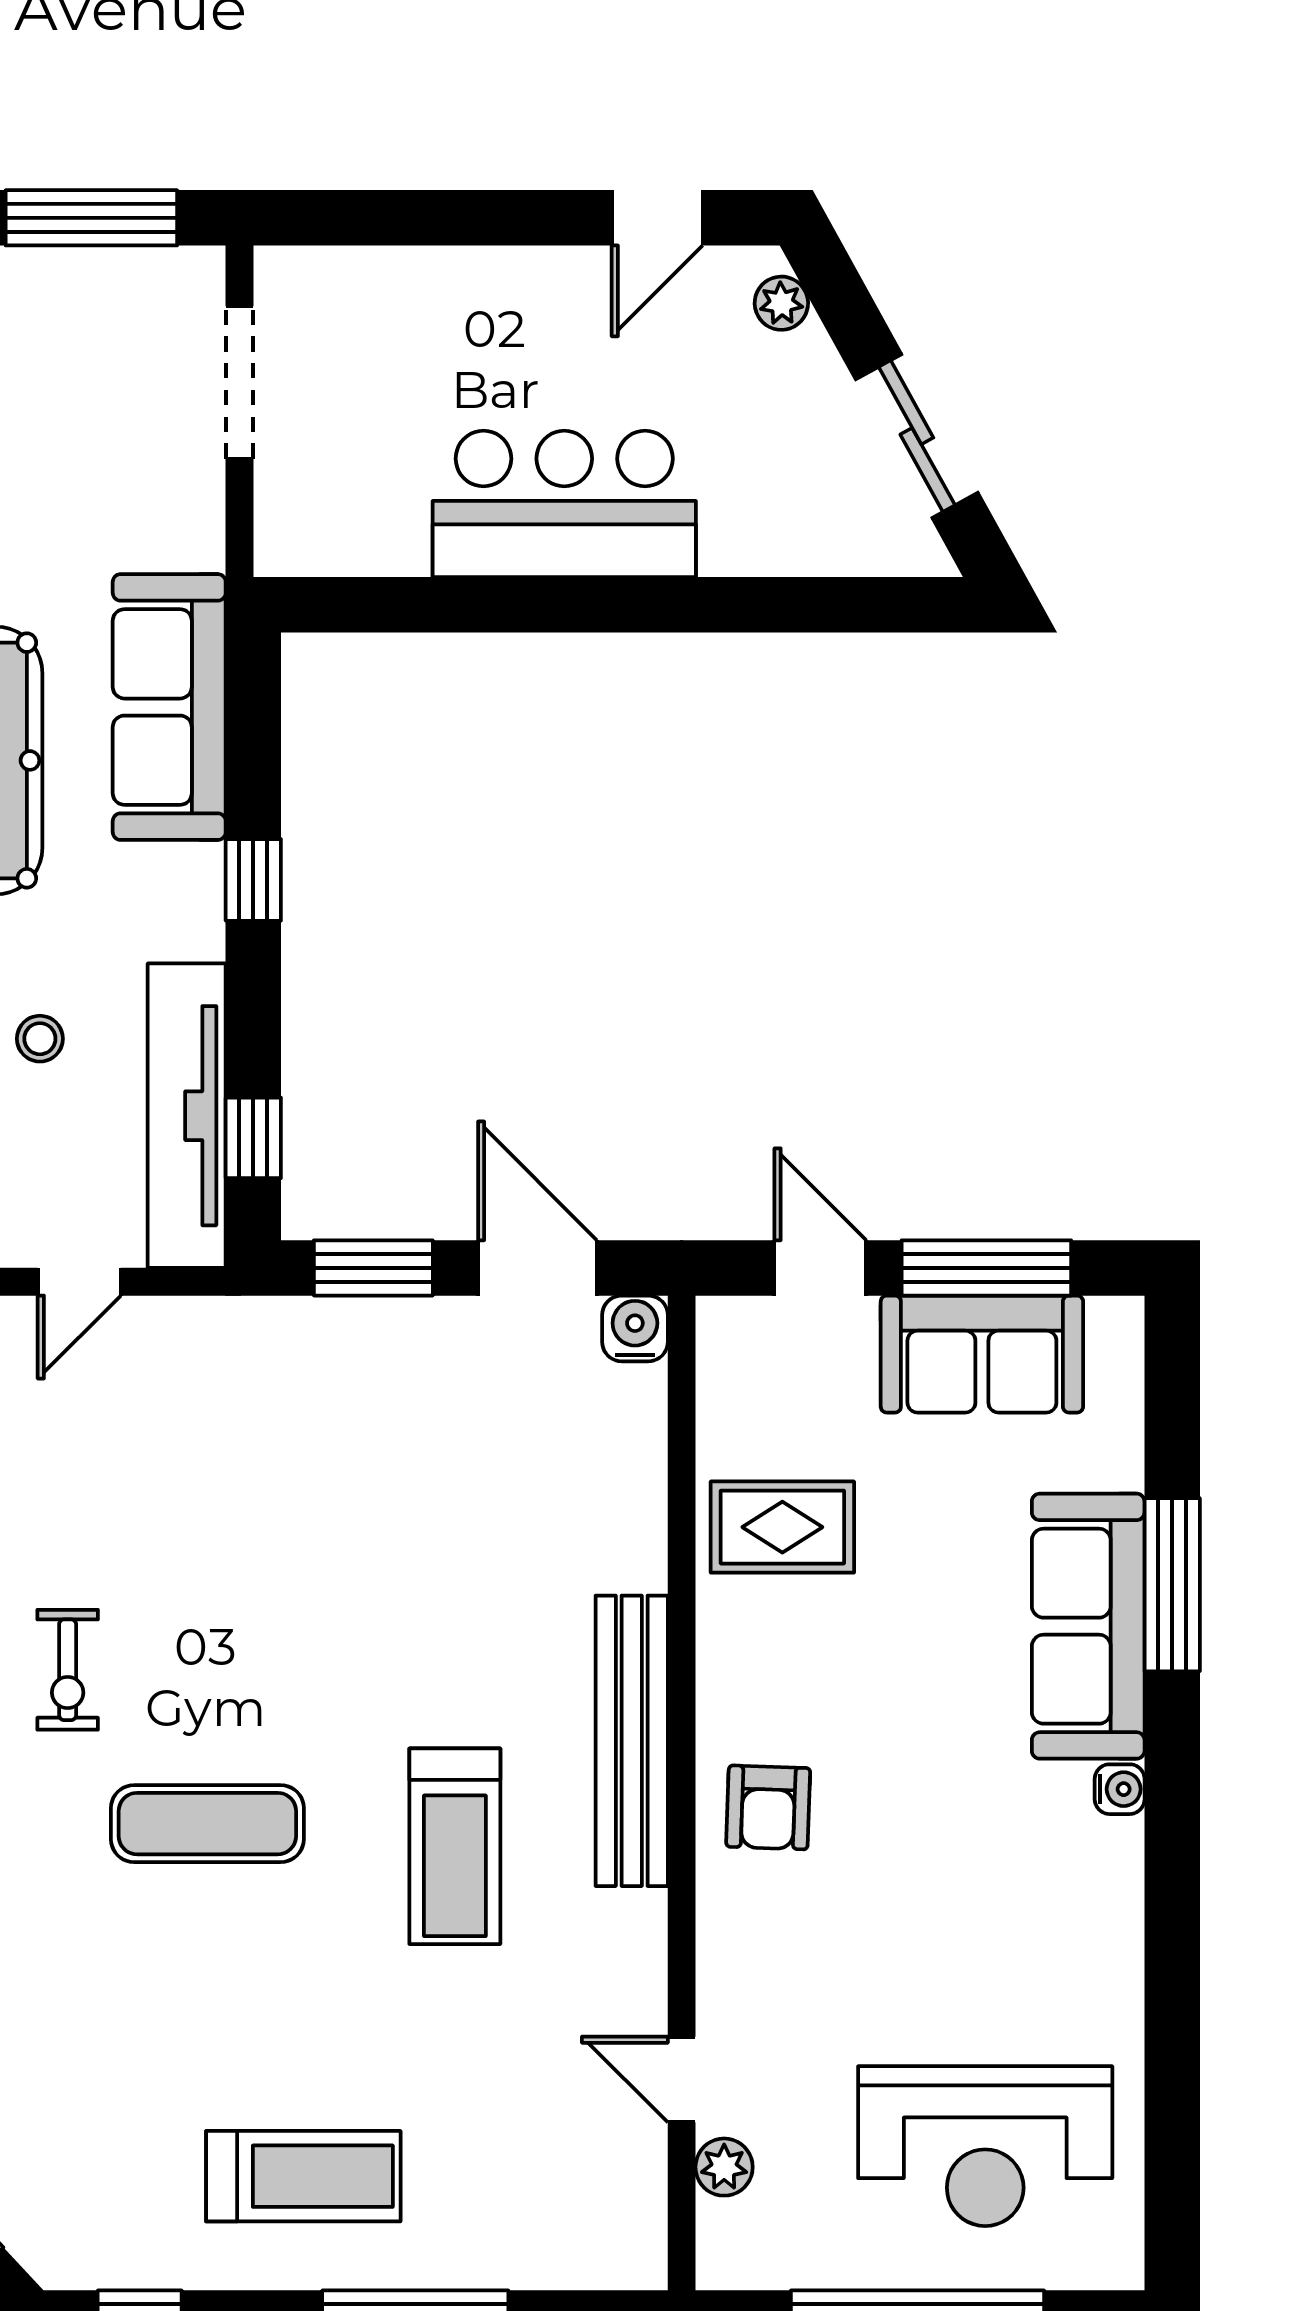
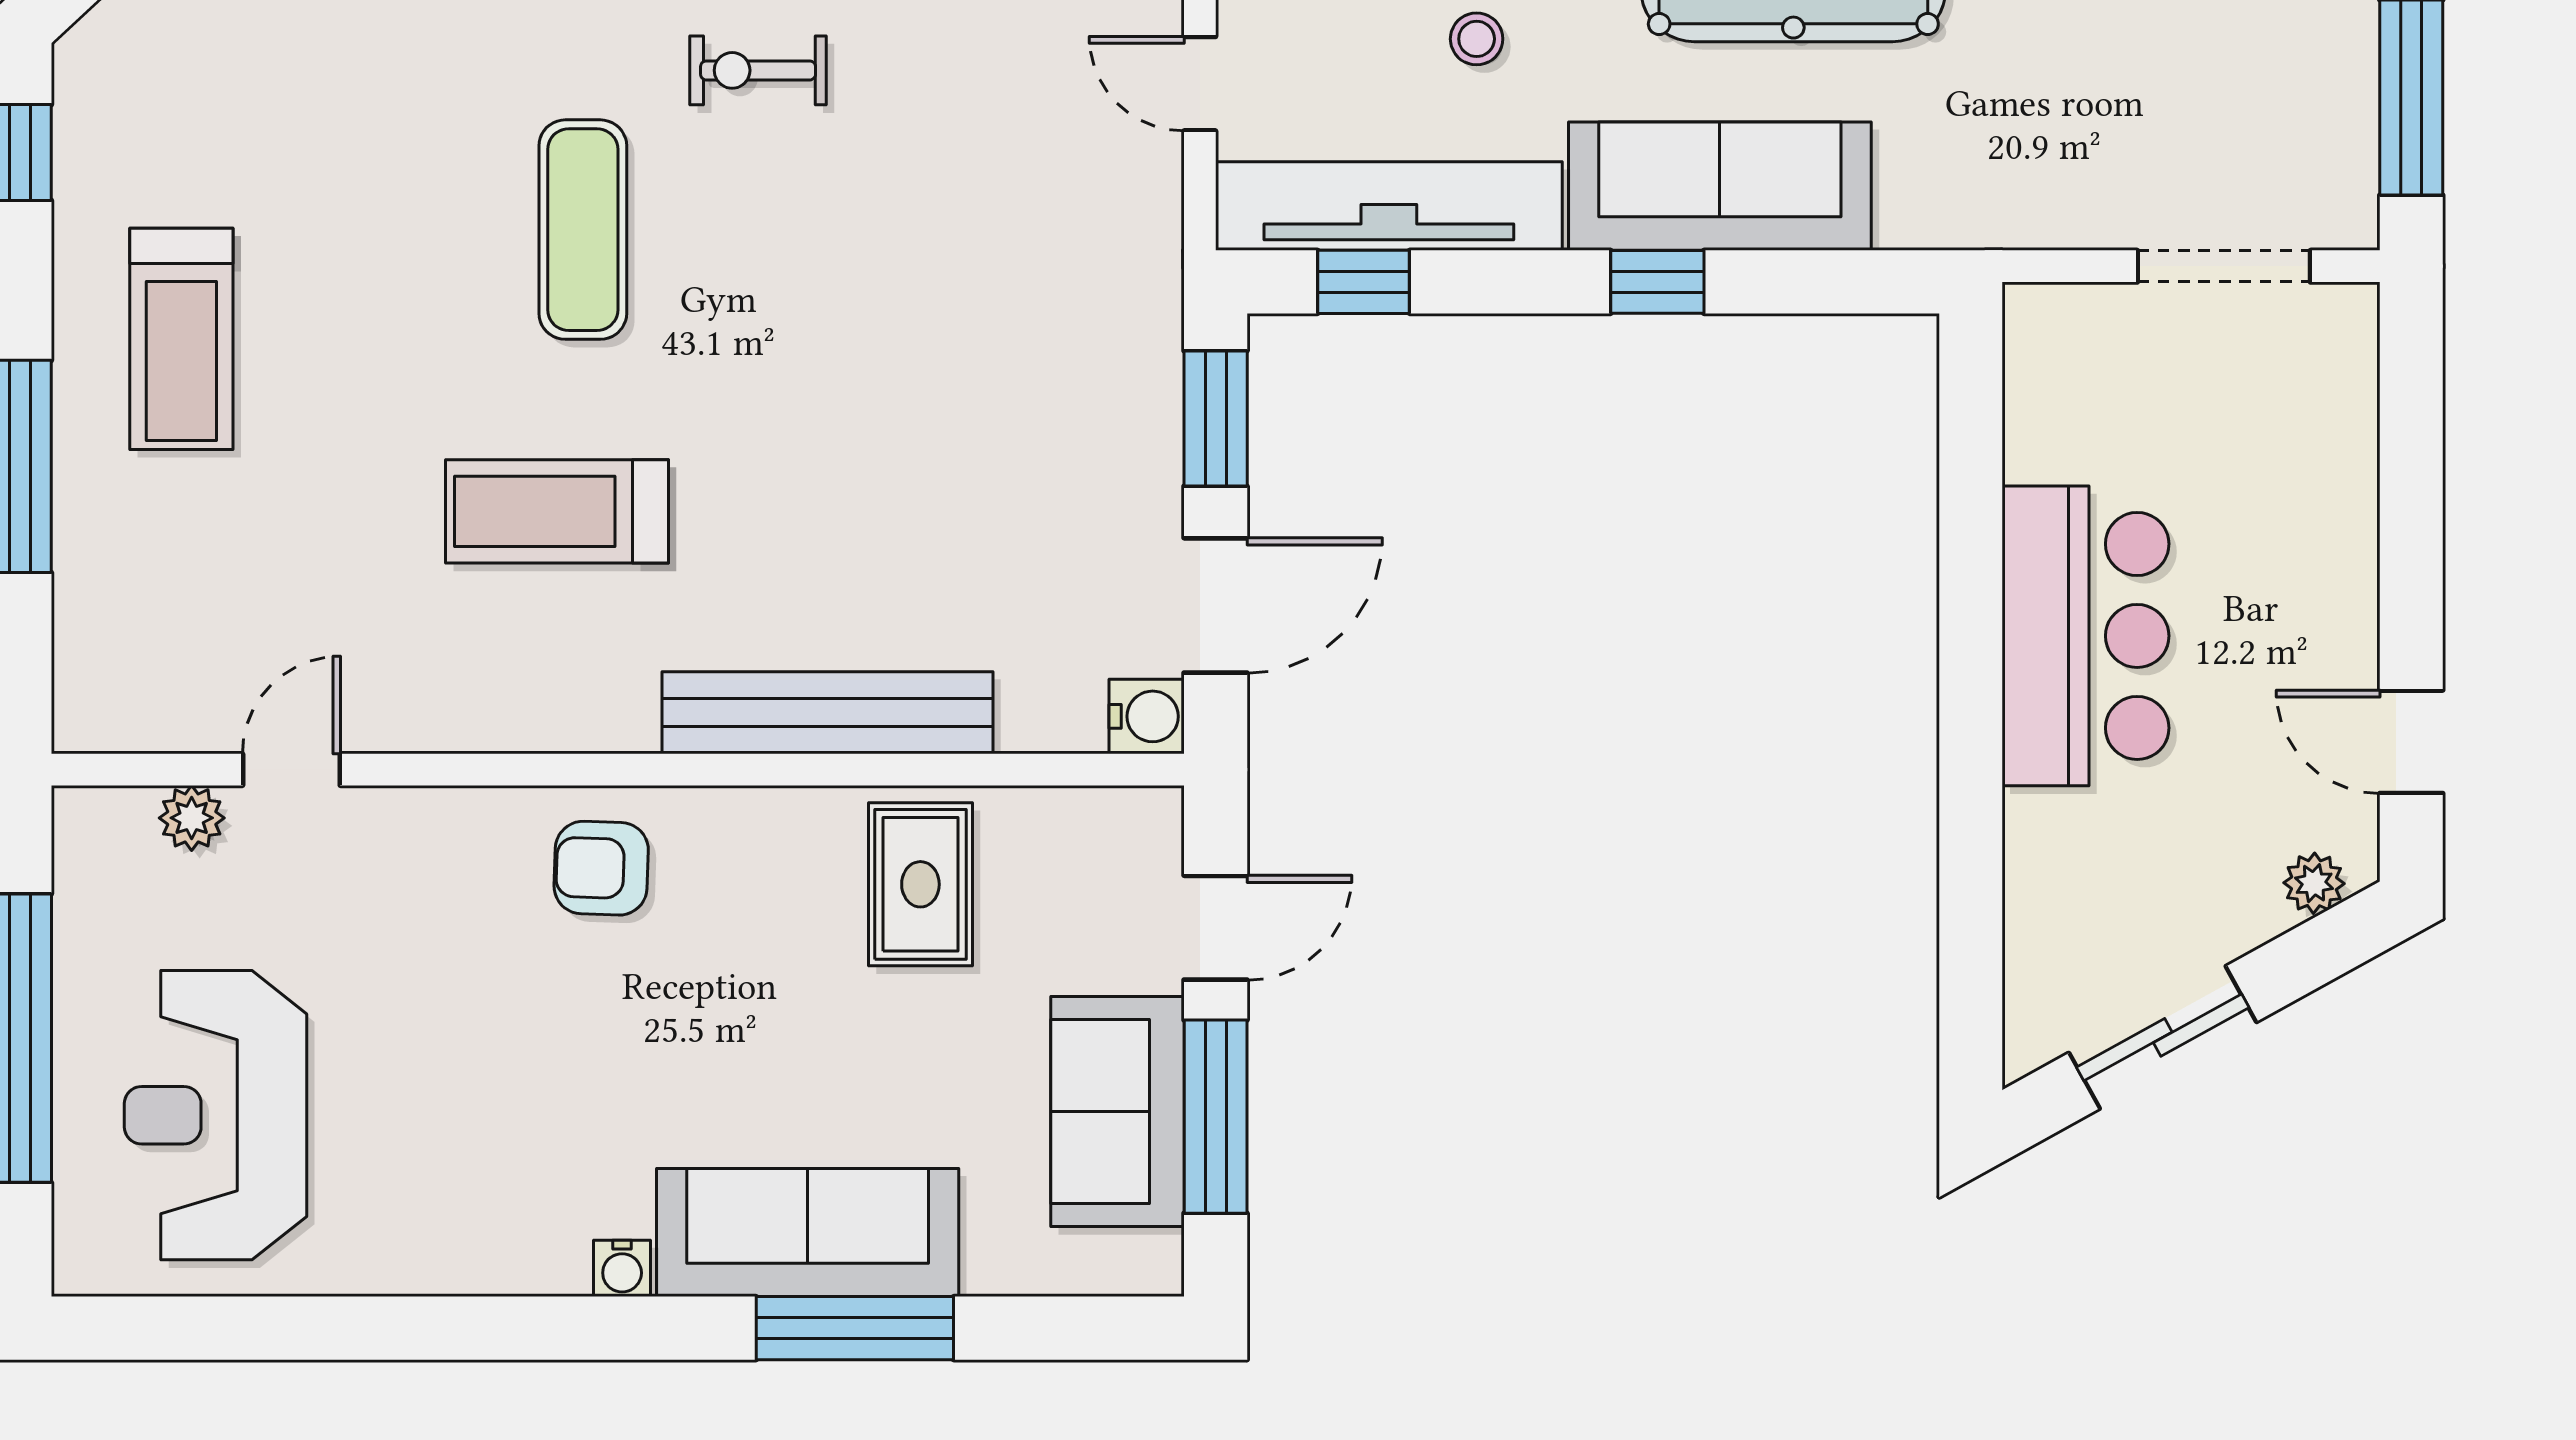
sofa: (169, 707) -> (1720, 186), moved
bench: (632, 1741) -> (827, 713), moved

